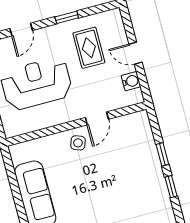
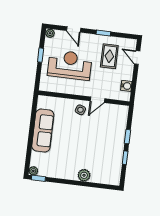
door: (21, 29) -> (74, 29), hinge flipped
door: (135, 53) -> (137, 58), moved

